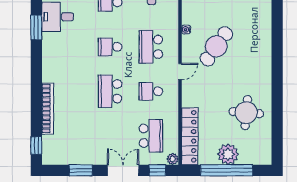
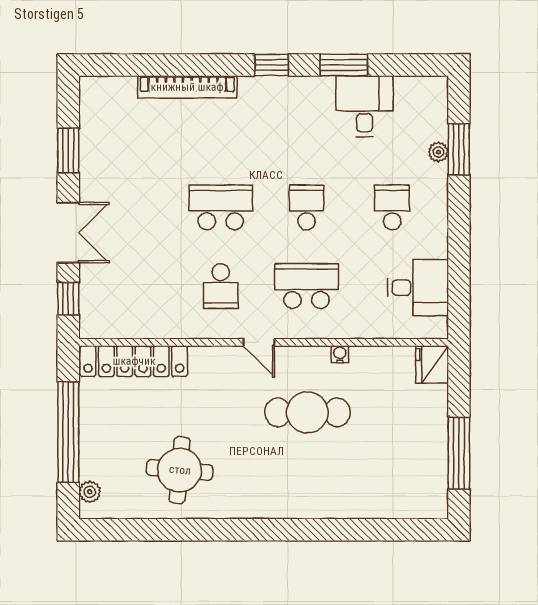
cafe table: (216, 46) -> (307, 412), turned -35
school desk: (151, 91) -> (221, 286), turned 180
school desk: (151, 136) -> (135, 286), removed
window: (36, 145) -> (272, 65), moved
plant: (228, 154) -> (90, 492), moved, width x0.53, depth x0.53
plant: (173, 159) -> (90, 328), removed

